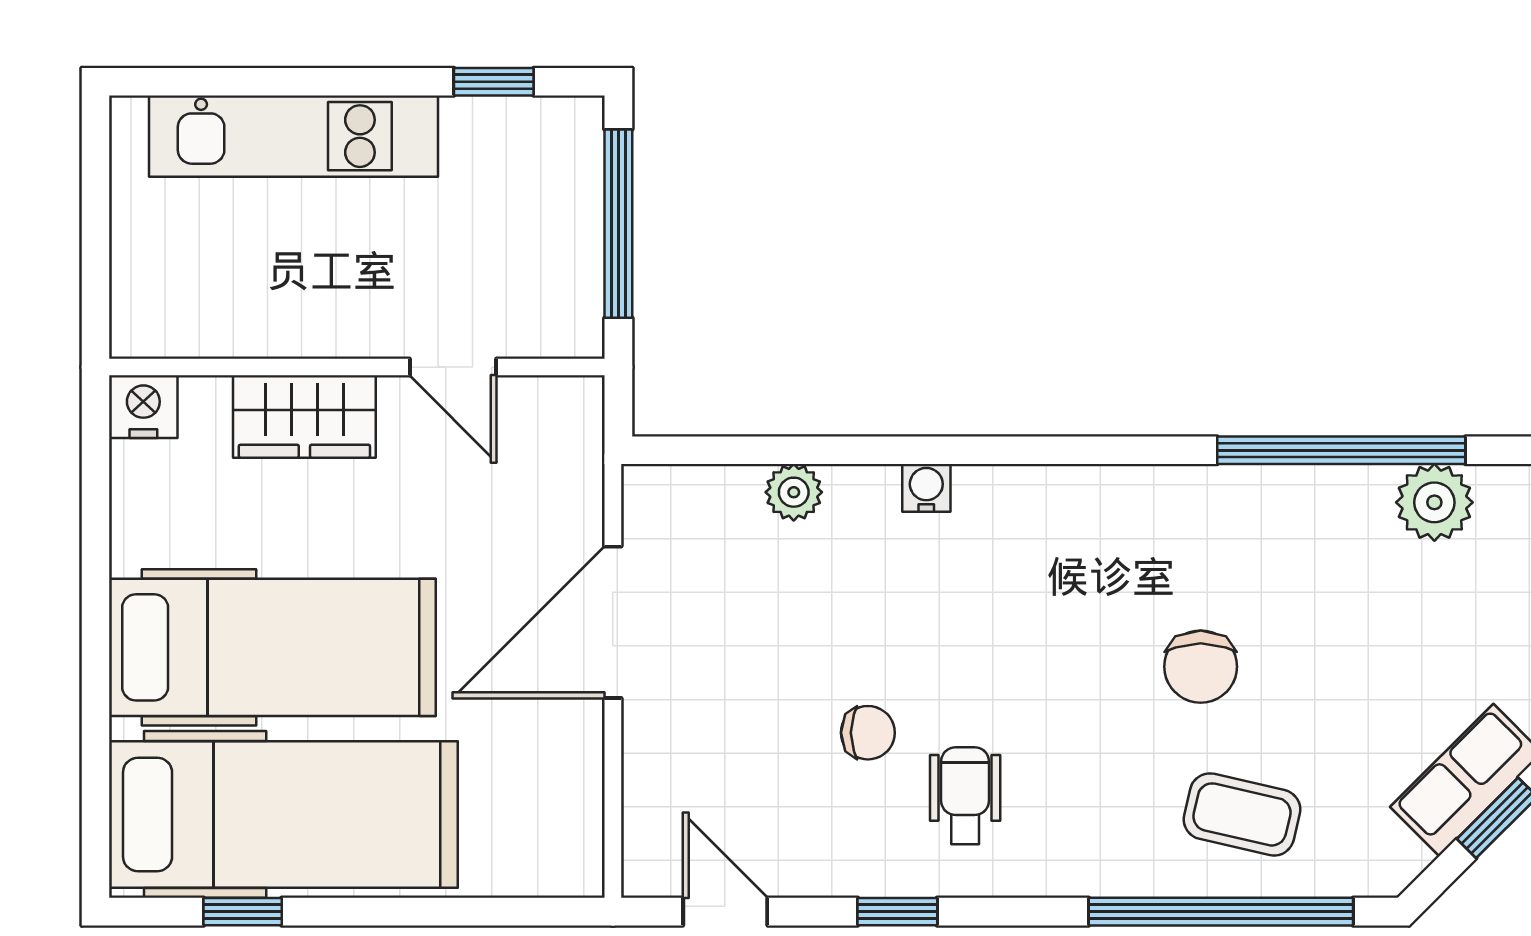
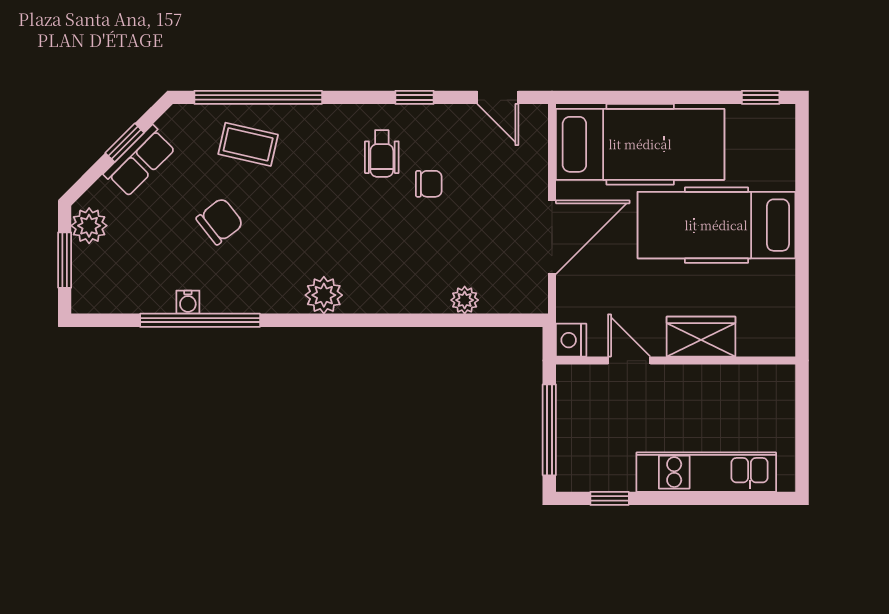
nightstand: (143, 407) -> (571, 340), moved, turned 90
water cooler: (926, 488) -> (188, 302), moved
plant: (1434, 502) -> (324, 295), moved
chair: (1201, 667) -> (220, 221), moved, turned 52
chair: (868, 733) -> (429, 184), turned 180
hospital bed: (283, 814) -> (640, 144), moved, turned 180
window: (243, 912) -> (761, 97), moved

